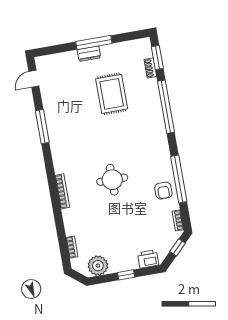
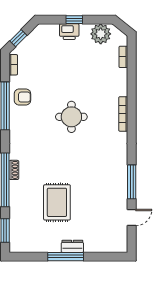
shoe rack: (150, 68) -> (14, 170), moved
door: (34, 79) -> (132, 217), moved
armchair: (163, 191) -> (22, 97), turned 90
printer: (148, 259) -> (69, 32), moved

